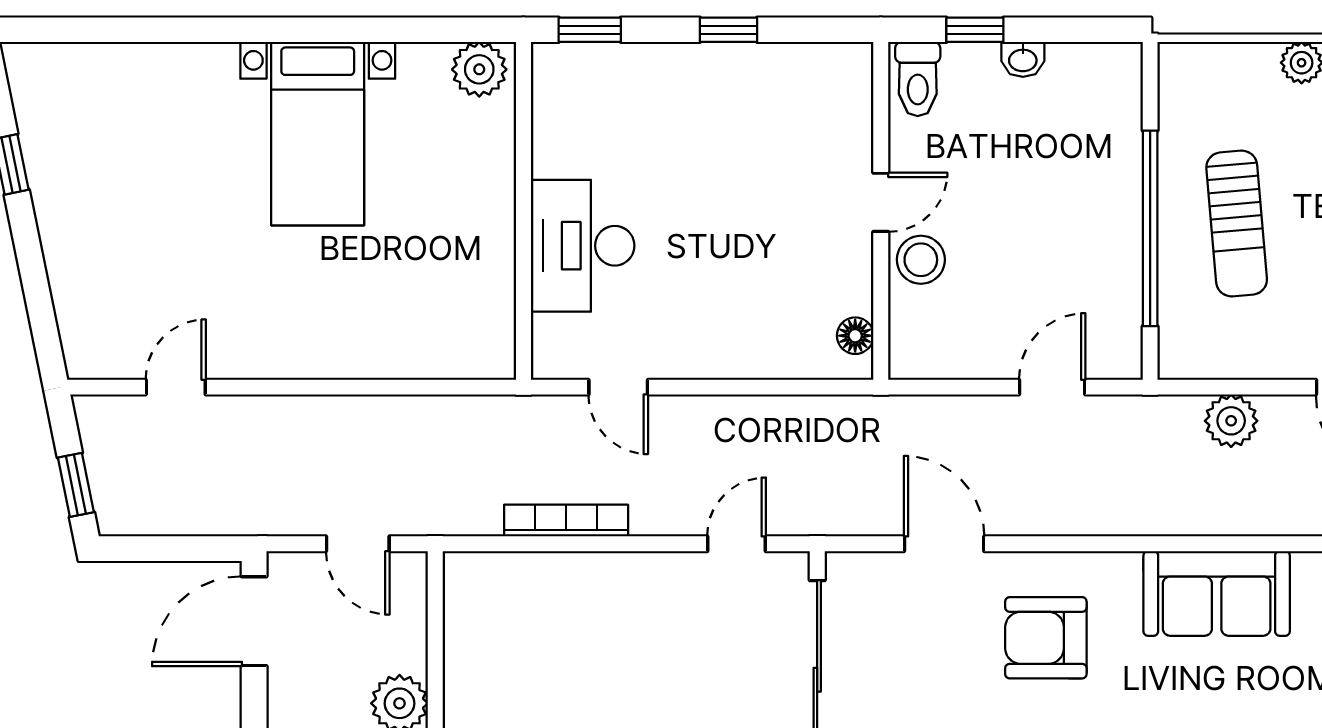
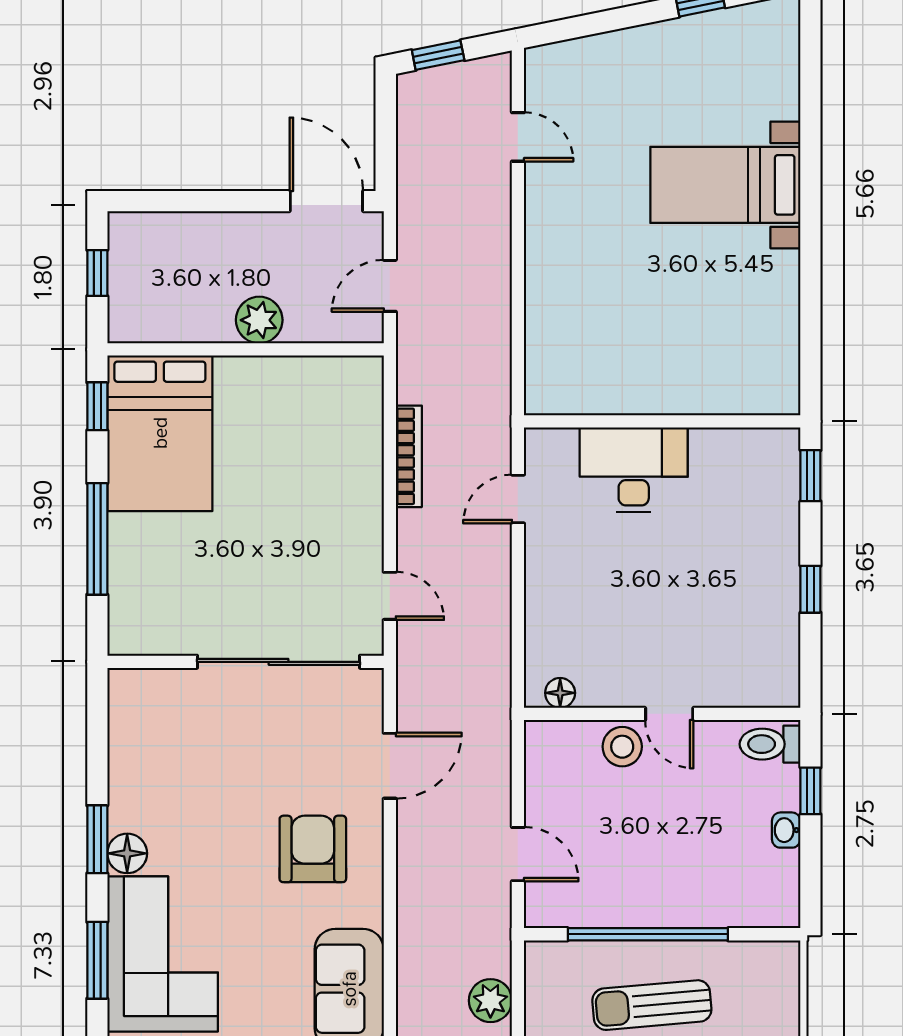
plant: (479, 69) -> (778, 385), removed
bed with nightstands: (318, 134) -> (725, 185), moved

